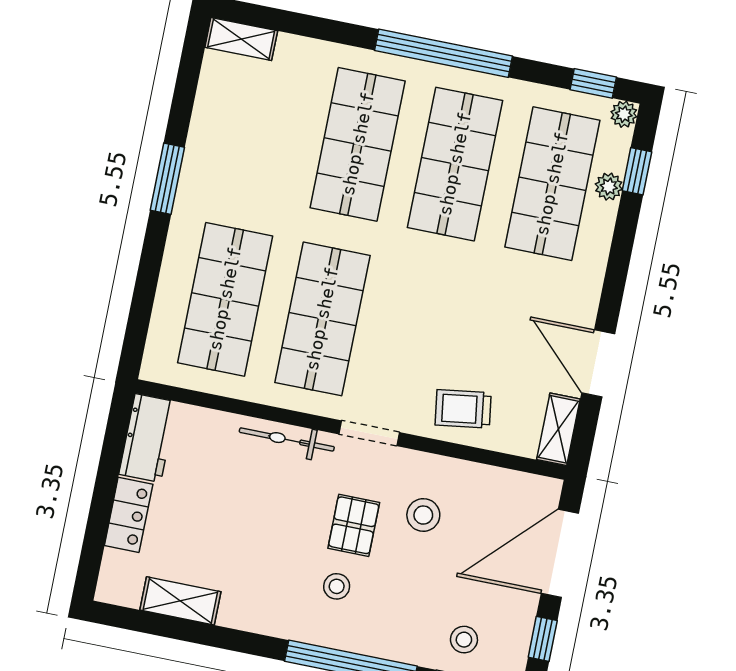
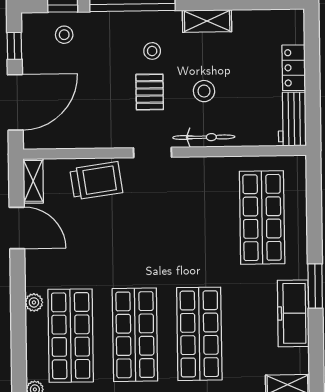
freezer: (209, 145) -> (293, 313), added
window: (637, 171) -> (19, 355), removed
plant: (609, 187) -> (34, 302), moved
shop shelf: (322, 319) -> (198, 218), removed
trolley: (463, 409) -> (96, 181), width x1.36, depth x1.39
stool: (423, 515) -> (204, 91), moved
shelving: (180, 601) -> (207, 21), moved

